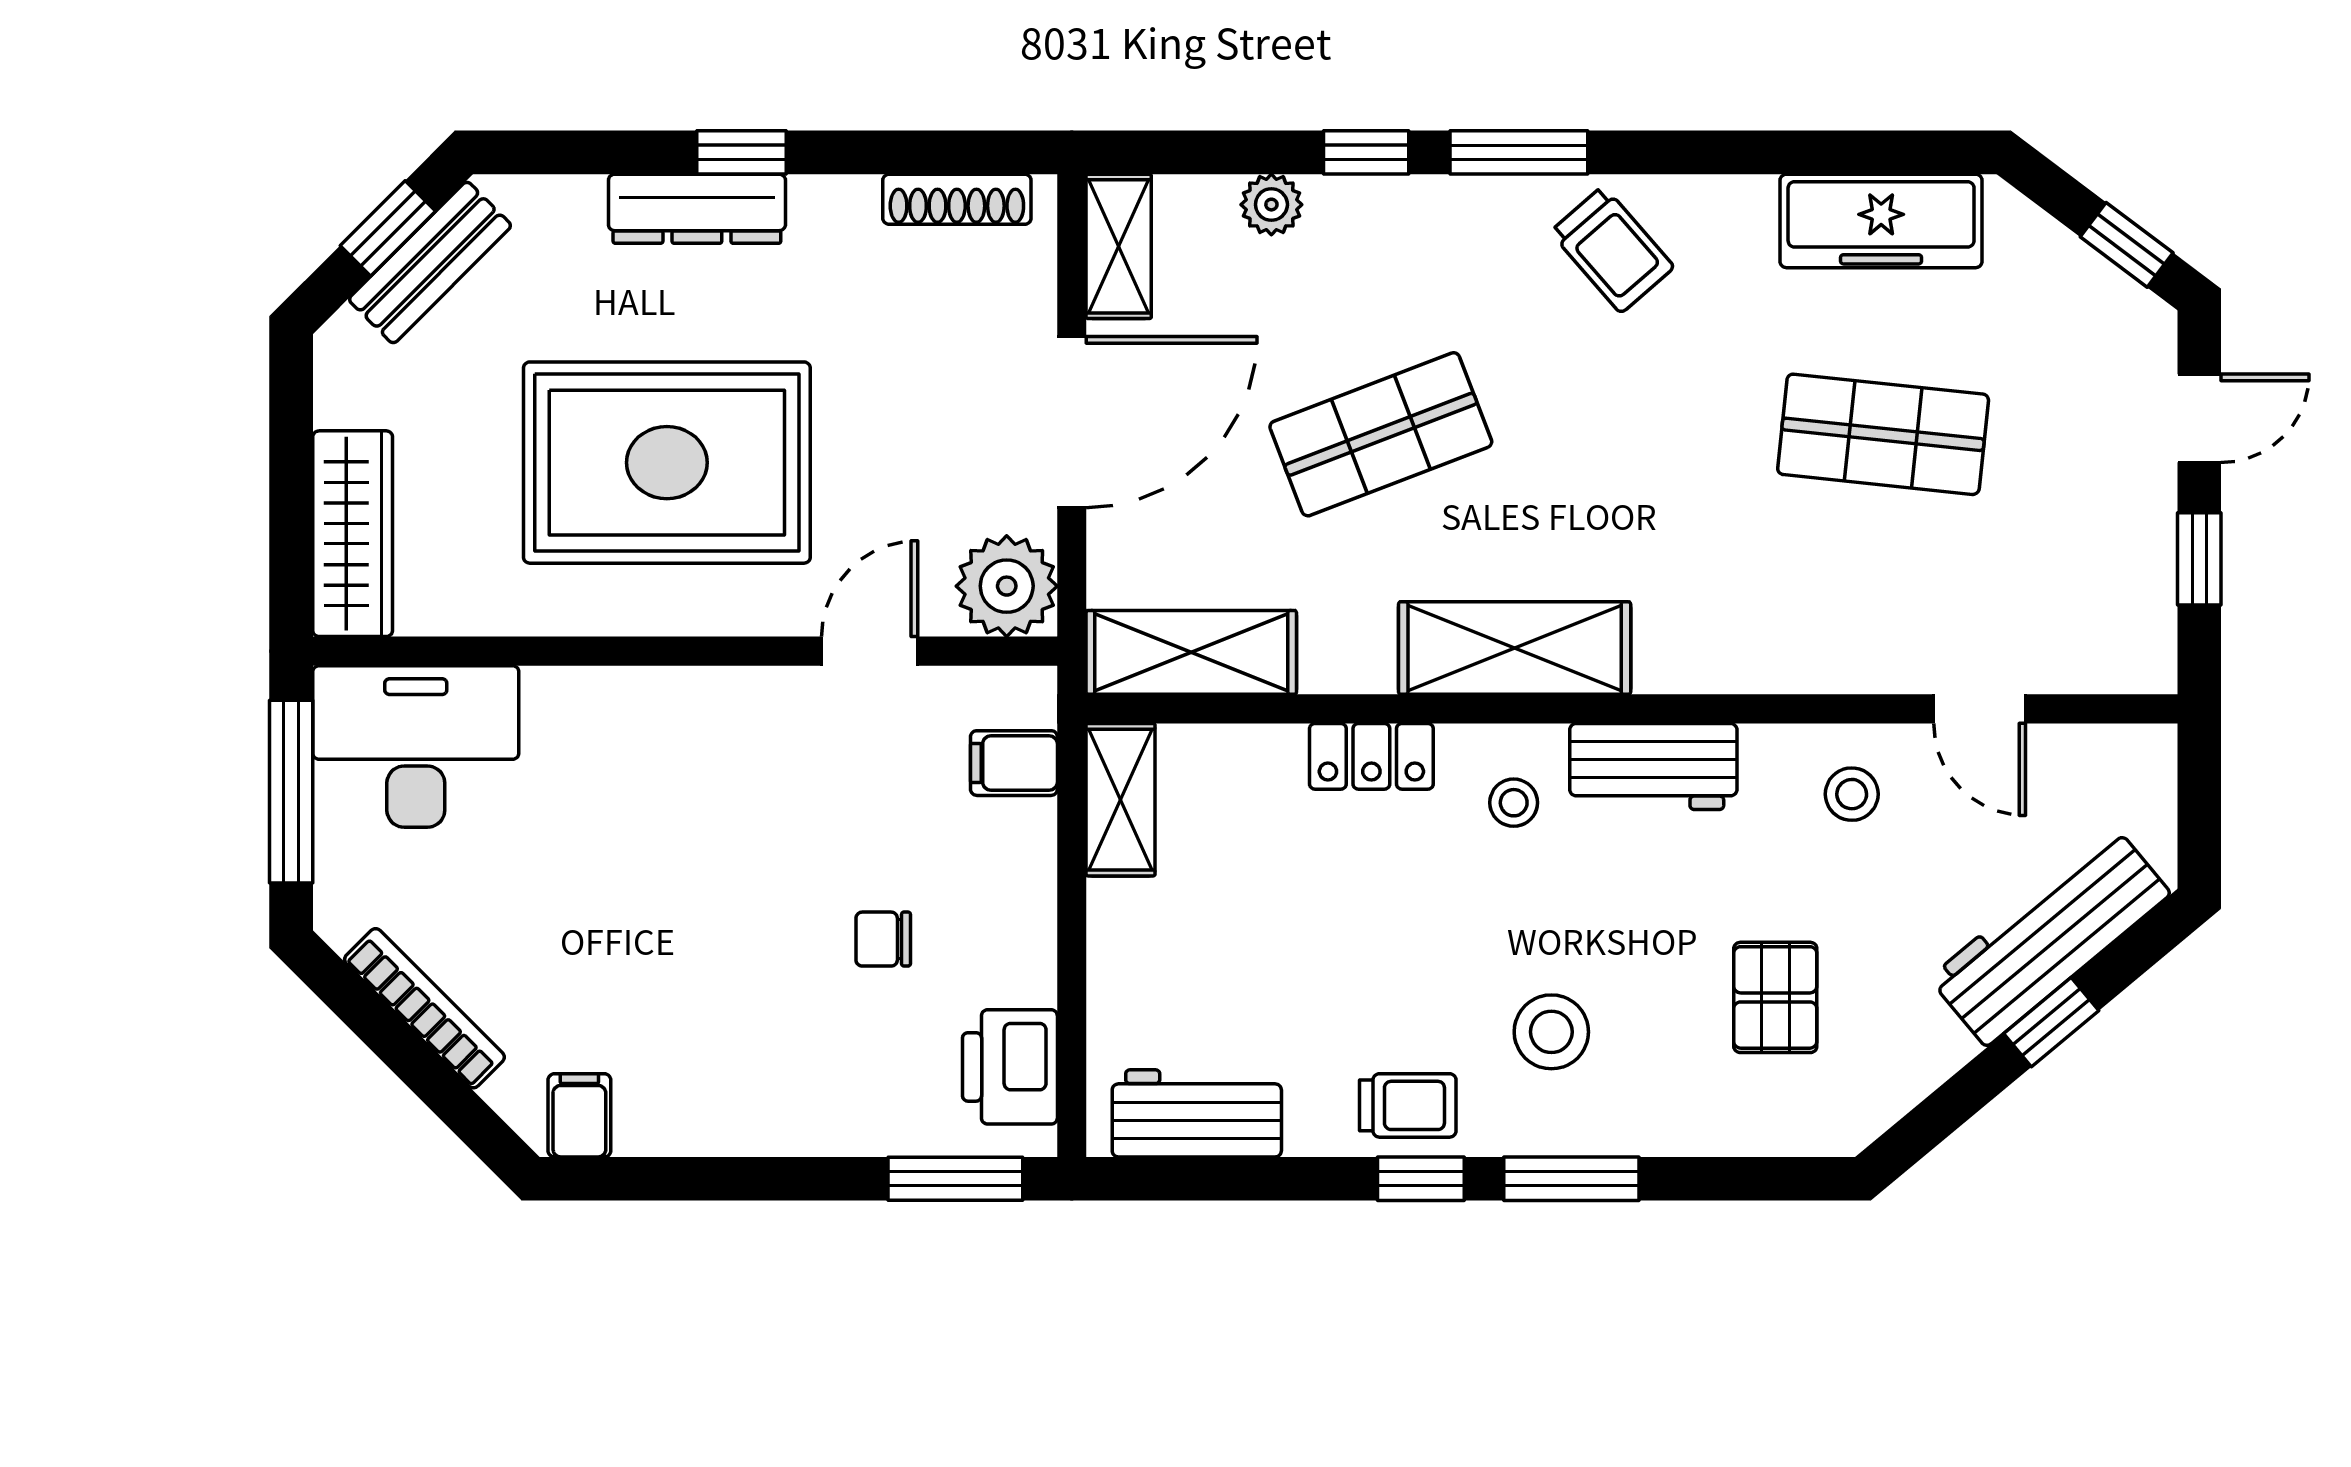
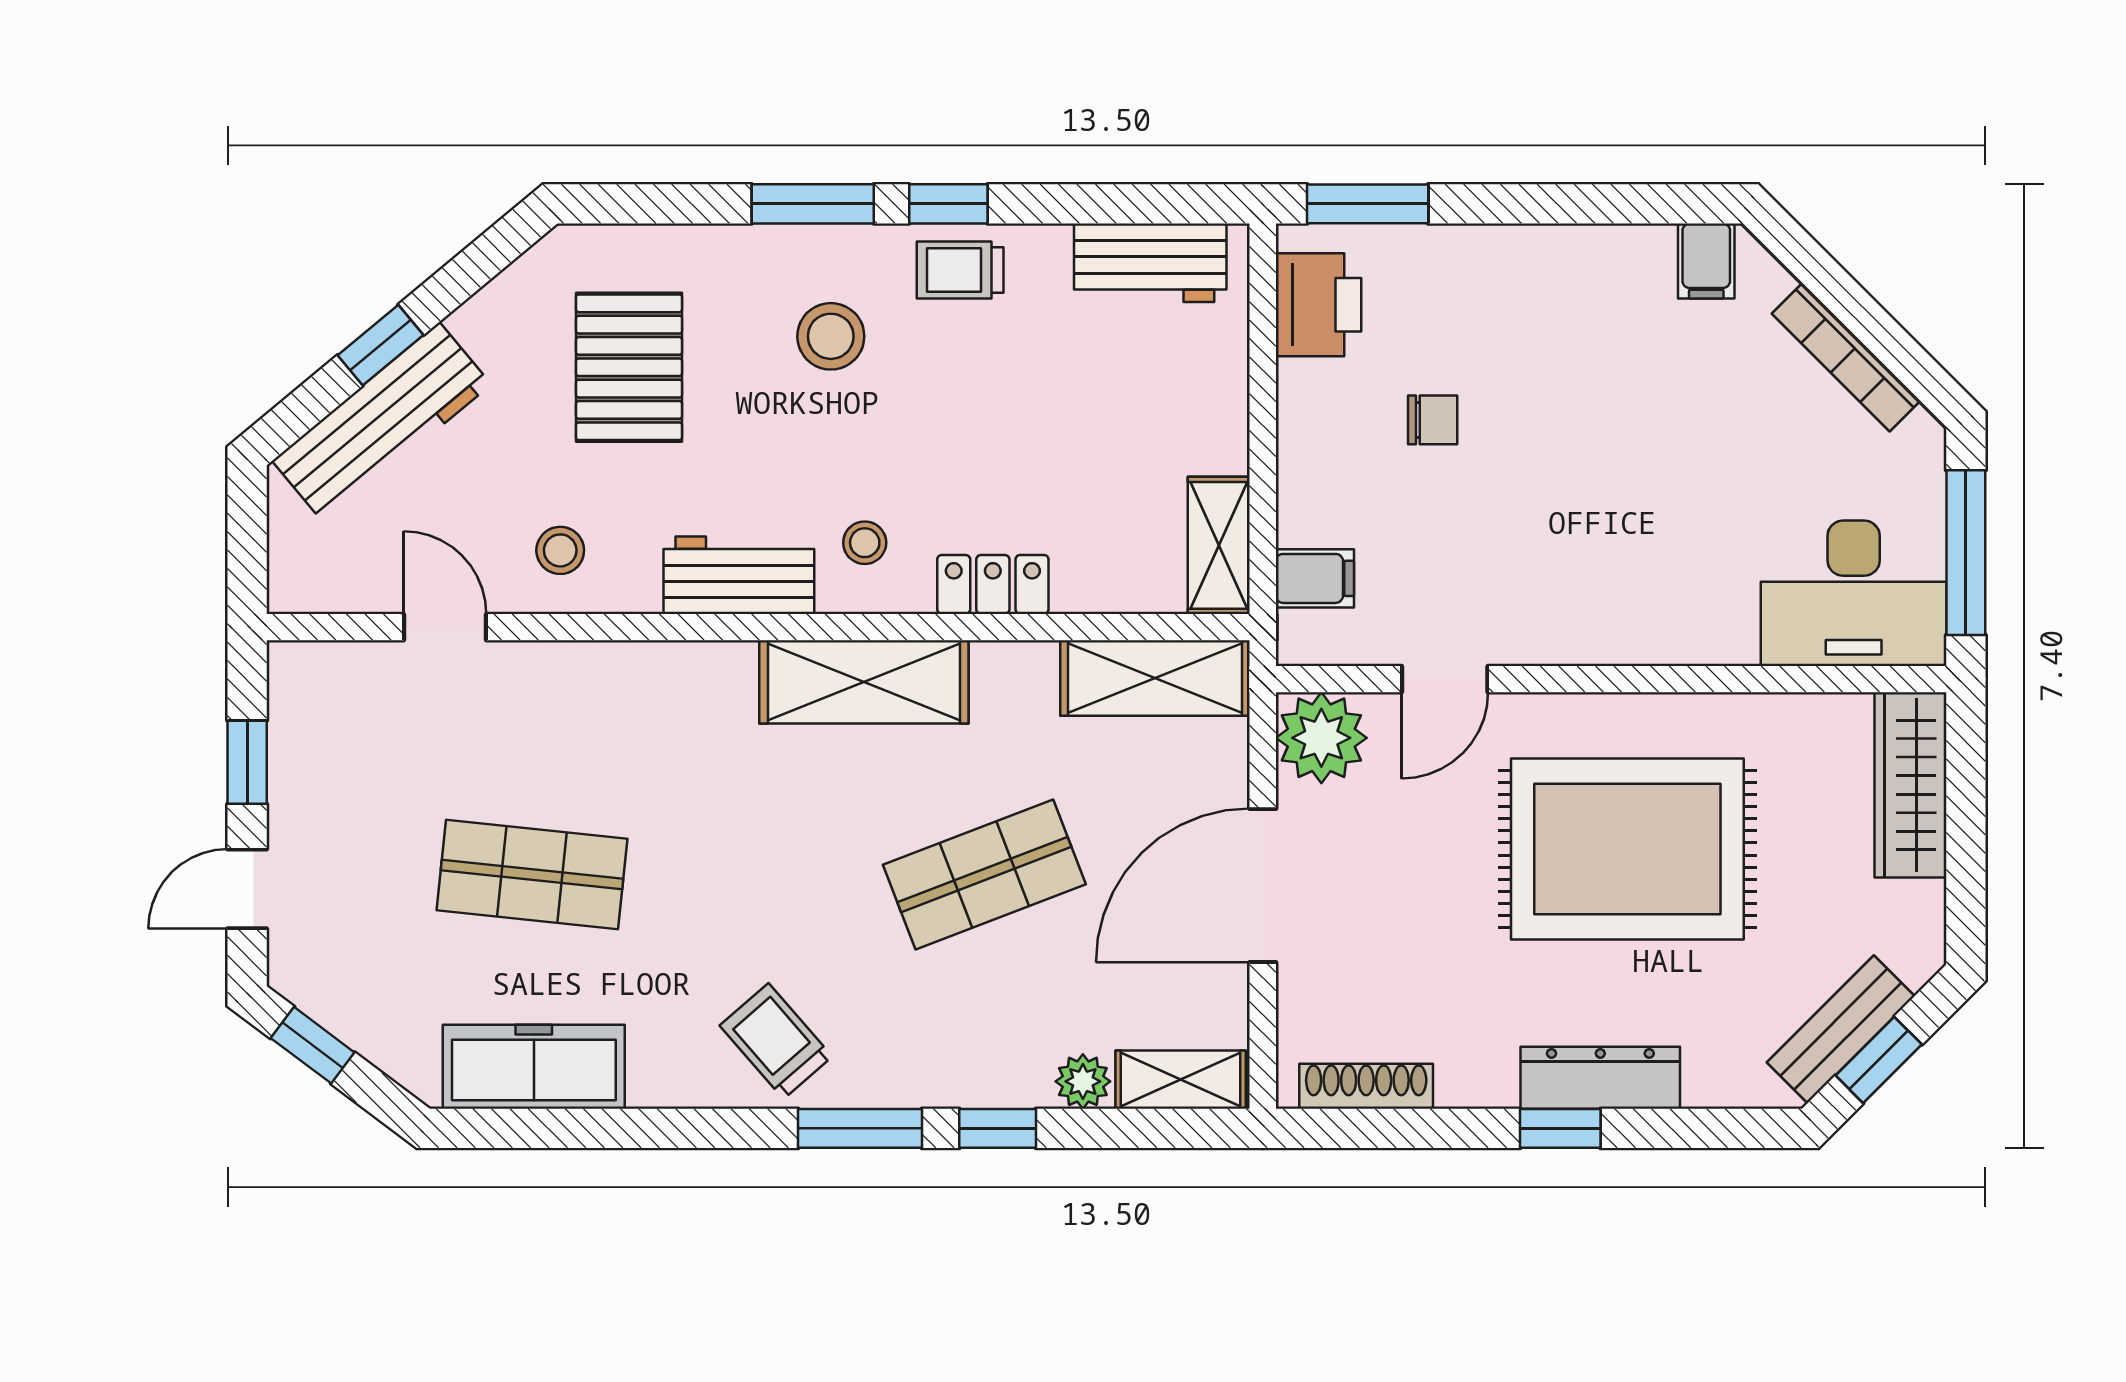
shelving: (1119, 246) -> (1181, 1080), moved, turned 90
pallet: (1775, 997) -> (629, 367), width x1.50, depth x1.42

